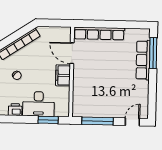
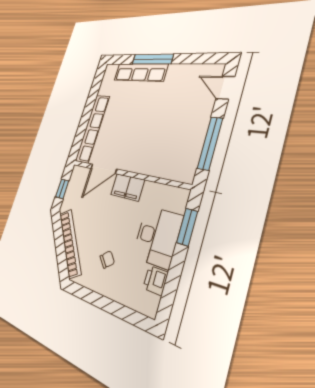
window: (52, 23) -> (62, 189), added
window: (153, 53) -> (152, 59), moved

